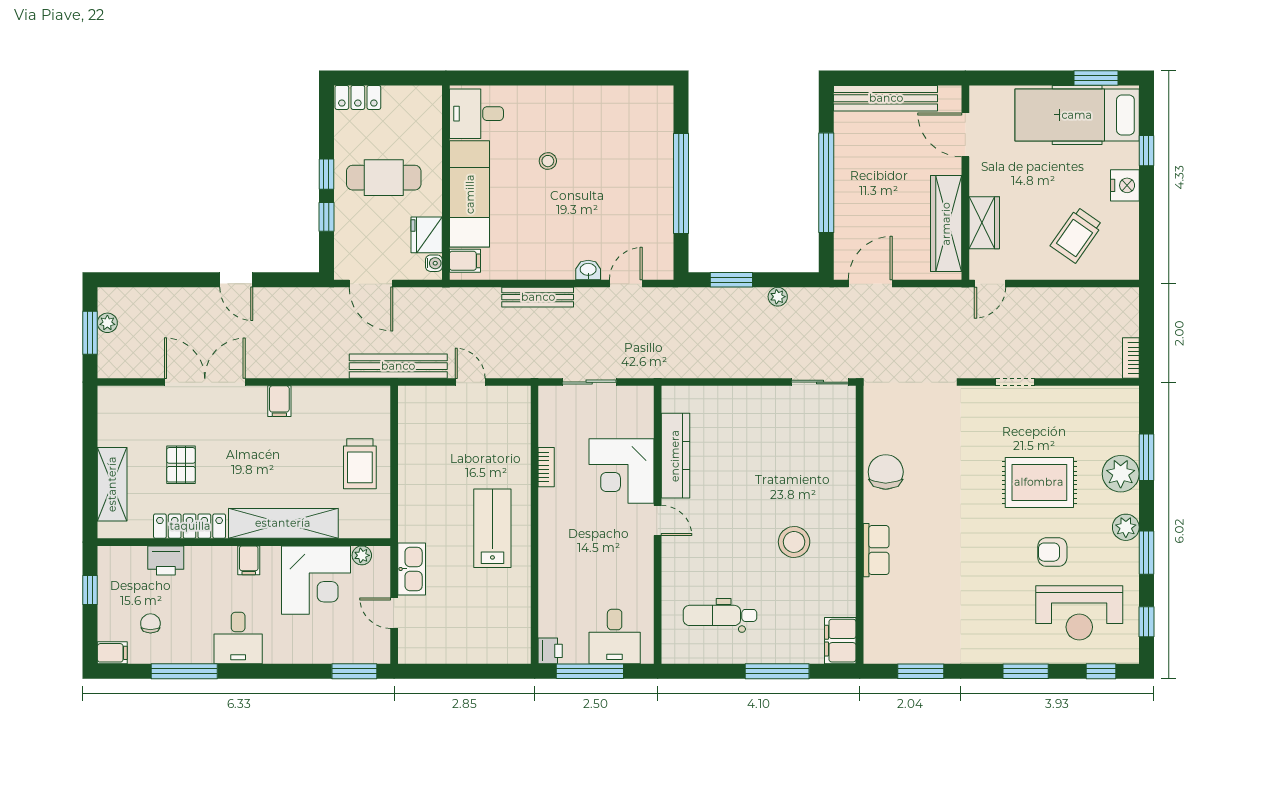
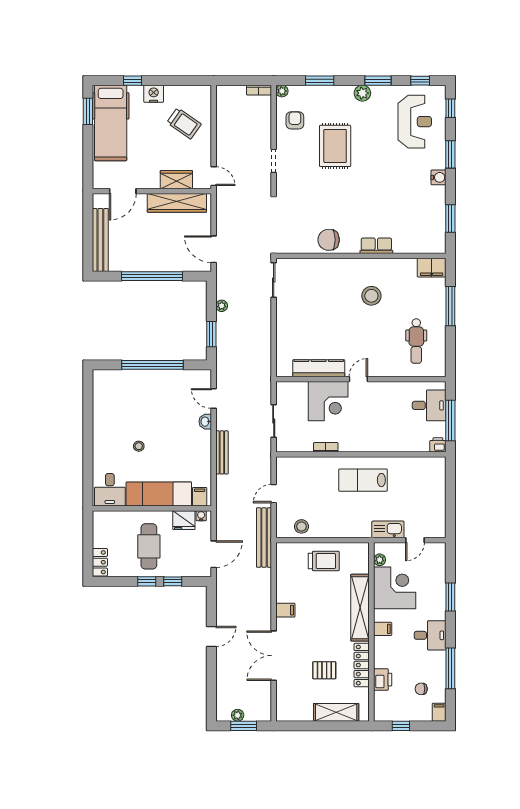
stool: (416, 427) -> (301, 526), added
plant: (1121, 474) -> (282, 91), moved, width x0.53, depth x0.53
armchair: (1052, 552) -> (295, 120), moved, turned 180
water cooler: (988, 652) -> (438, 177), added
window: (354, 671) -> (450, 597), moved

